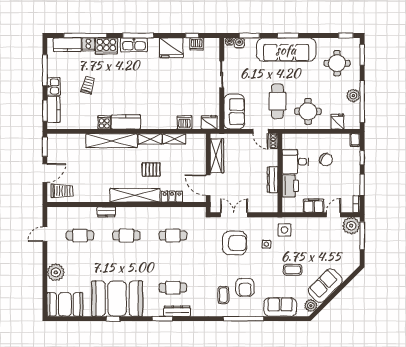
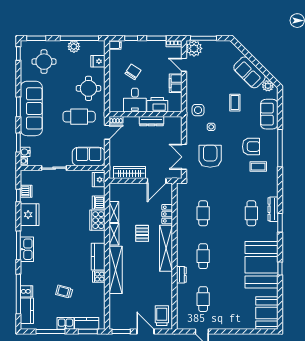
cooker: (106, 46) -> (97, 220), moved, turned 180
plant: (56, 272) -> (237, 321), removed

